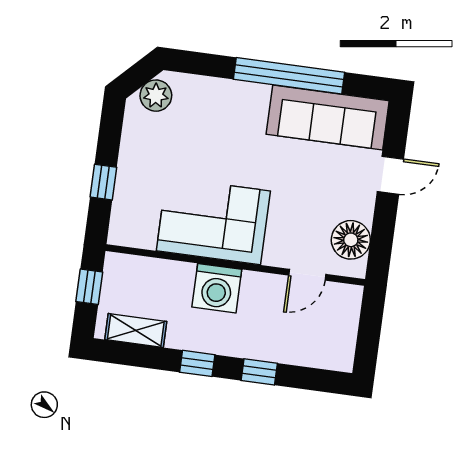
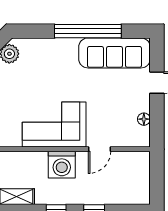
floor lamp: (351, 240) -> (144, 119), width x0.53, depth x0.53
door: (307, 275) -> (99, 149), moved

